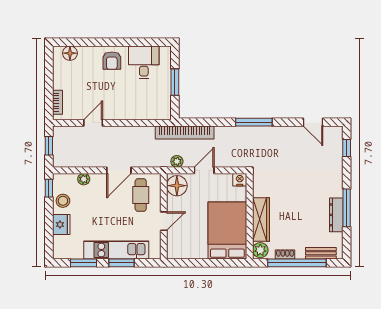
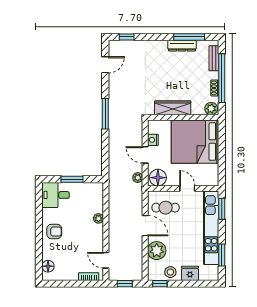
desk: (144, 62) -> (56, 195), moved
plant: (128, 114) -> (98, 218), added
door: (93, 123) -> (106, 260), moved
bookcase: (185, 132) -> (114, 171), removed
plant: (84, 179) -> (157, 251), width x1.87, depth x1.87
nightstand: (240, 180) -> (153, 140), moved
window: (347, 208) -> (189, 37), moved
wardrobe: (261, 219) -> (173, 108), moved
bed: (227, 231) -> (195, 142), width x1.36
kitchen unit: (116, 250) -> (211, 228), width x1.36
window: (121, 263) -> (222, 209), moved

